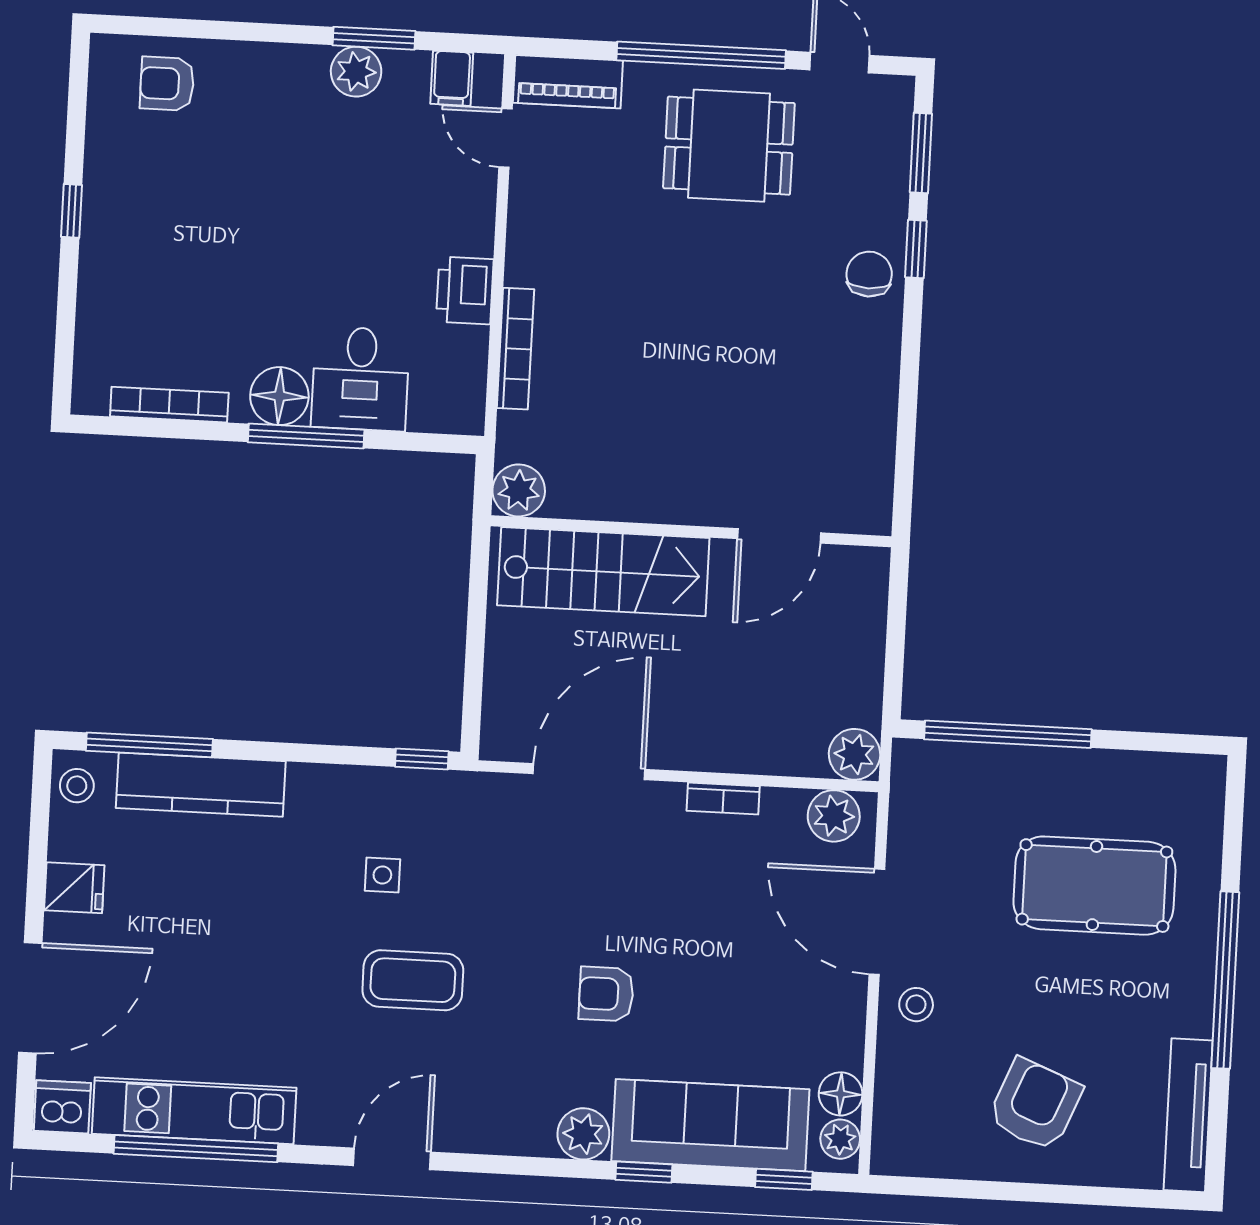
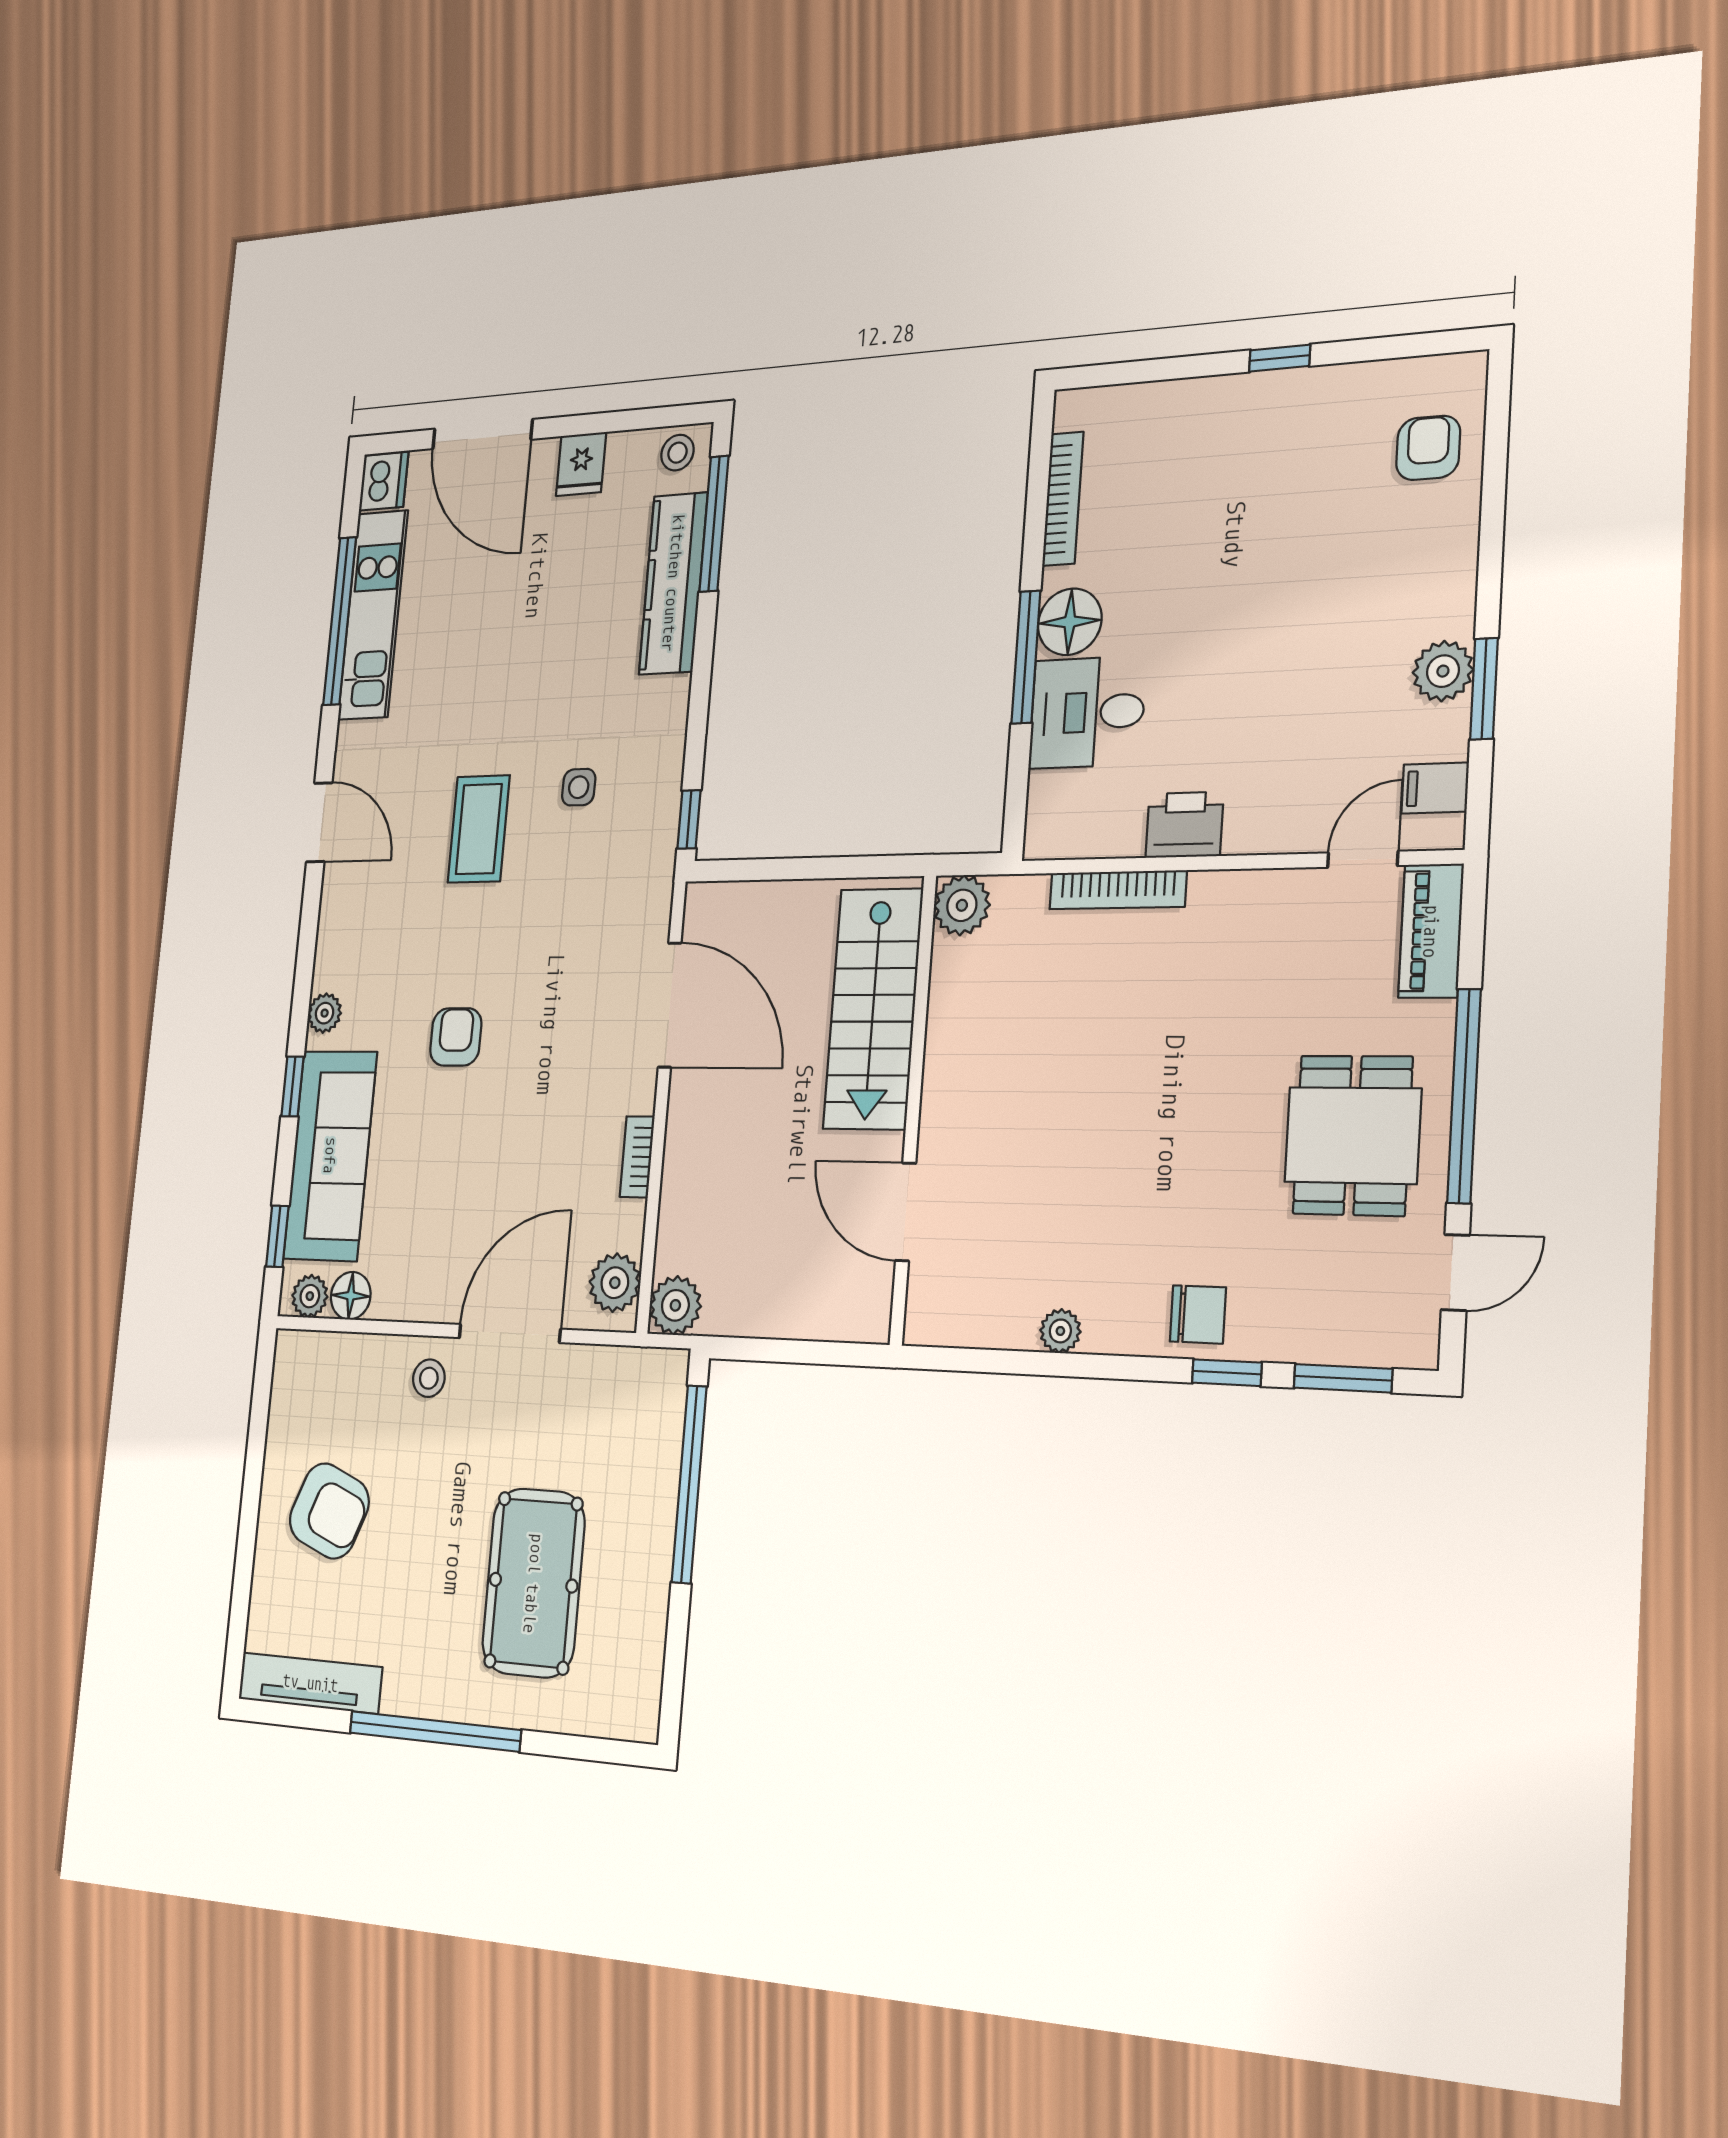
plant: (881, 393) -> (1060, 1331), added
plant: (583, 1134) -> (325, 1013), width x0.73, depth x0.73

